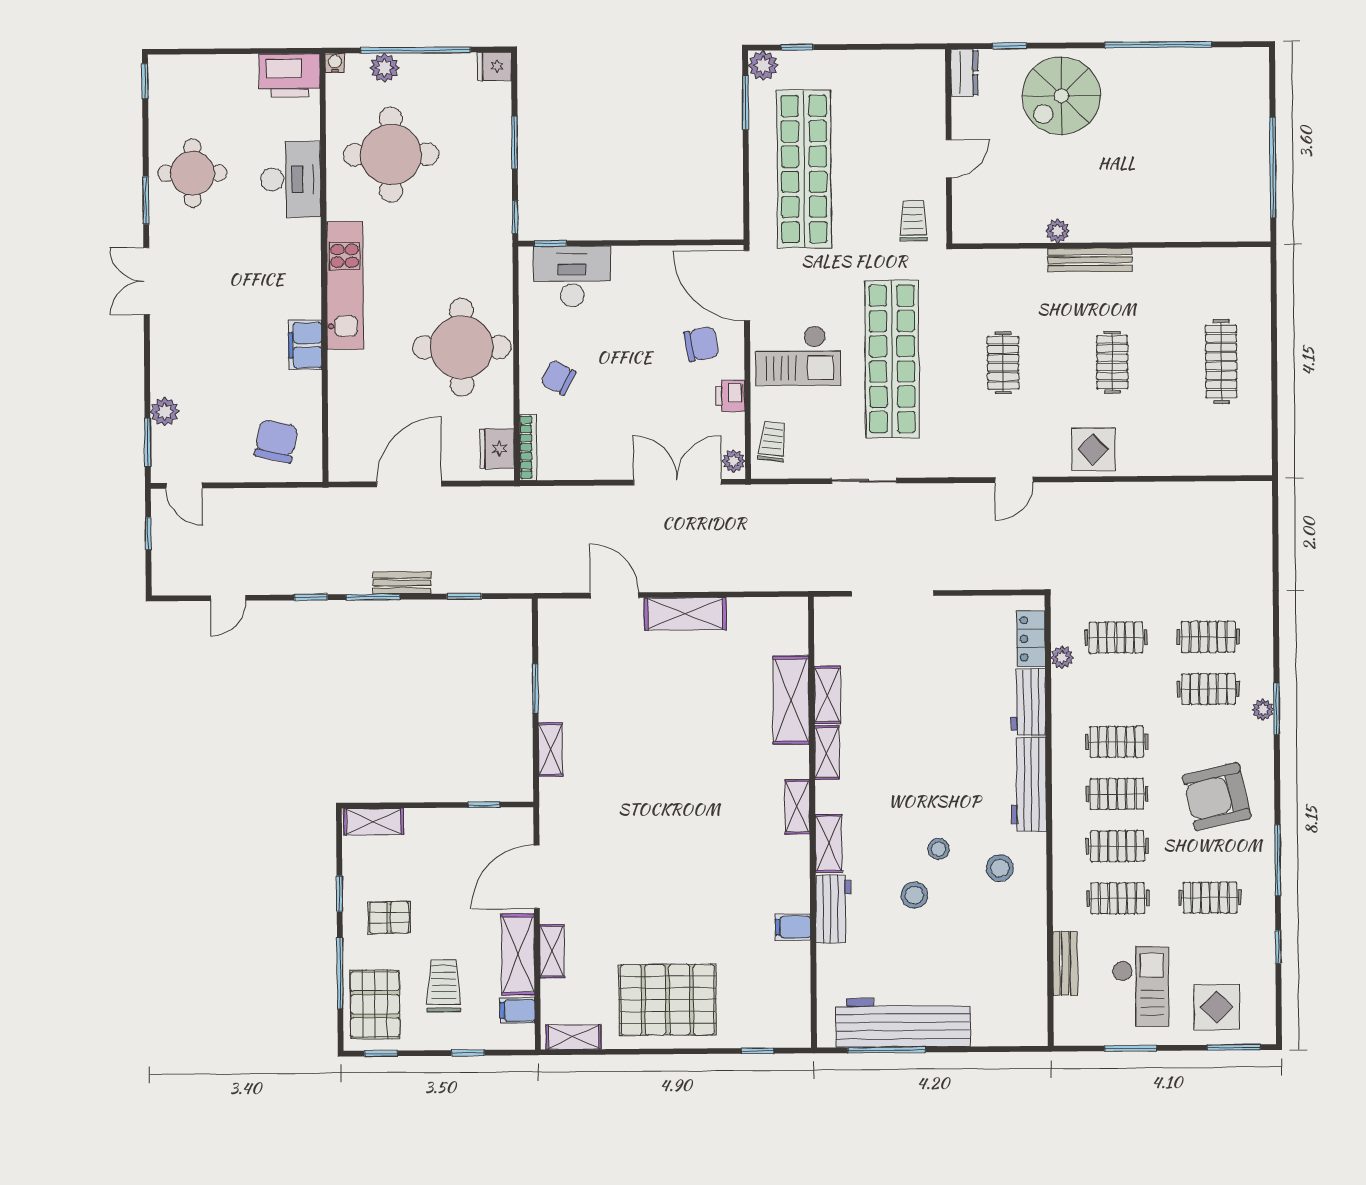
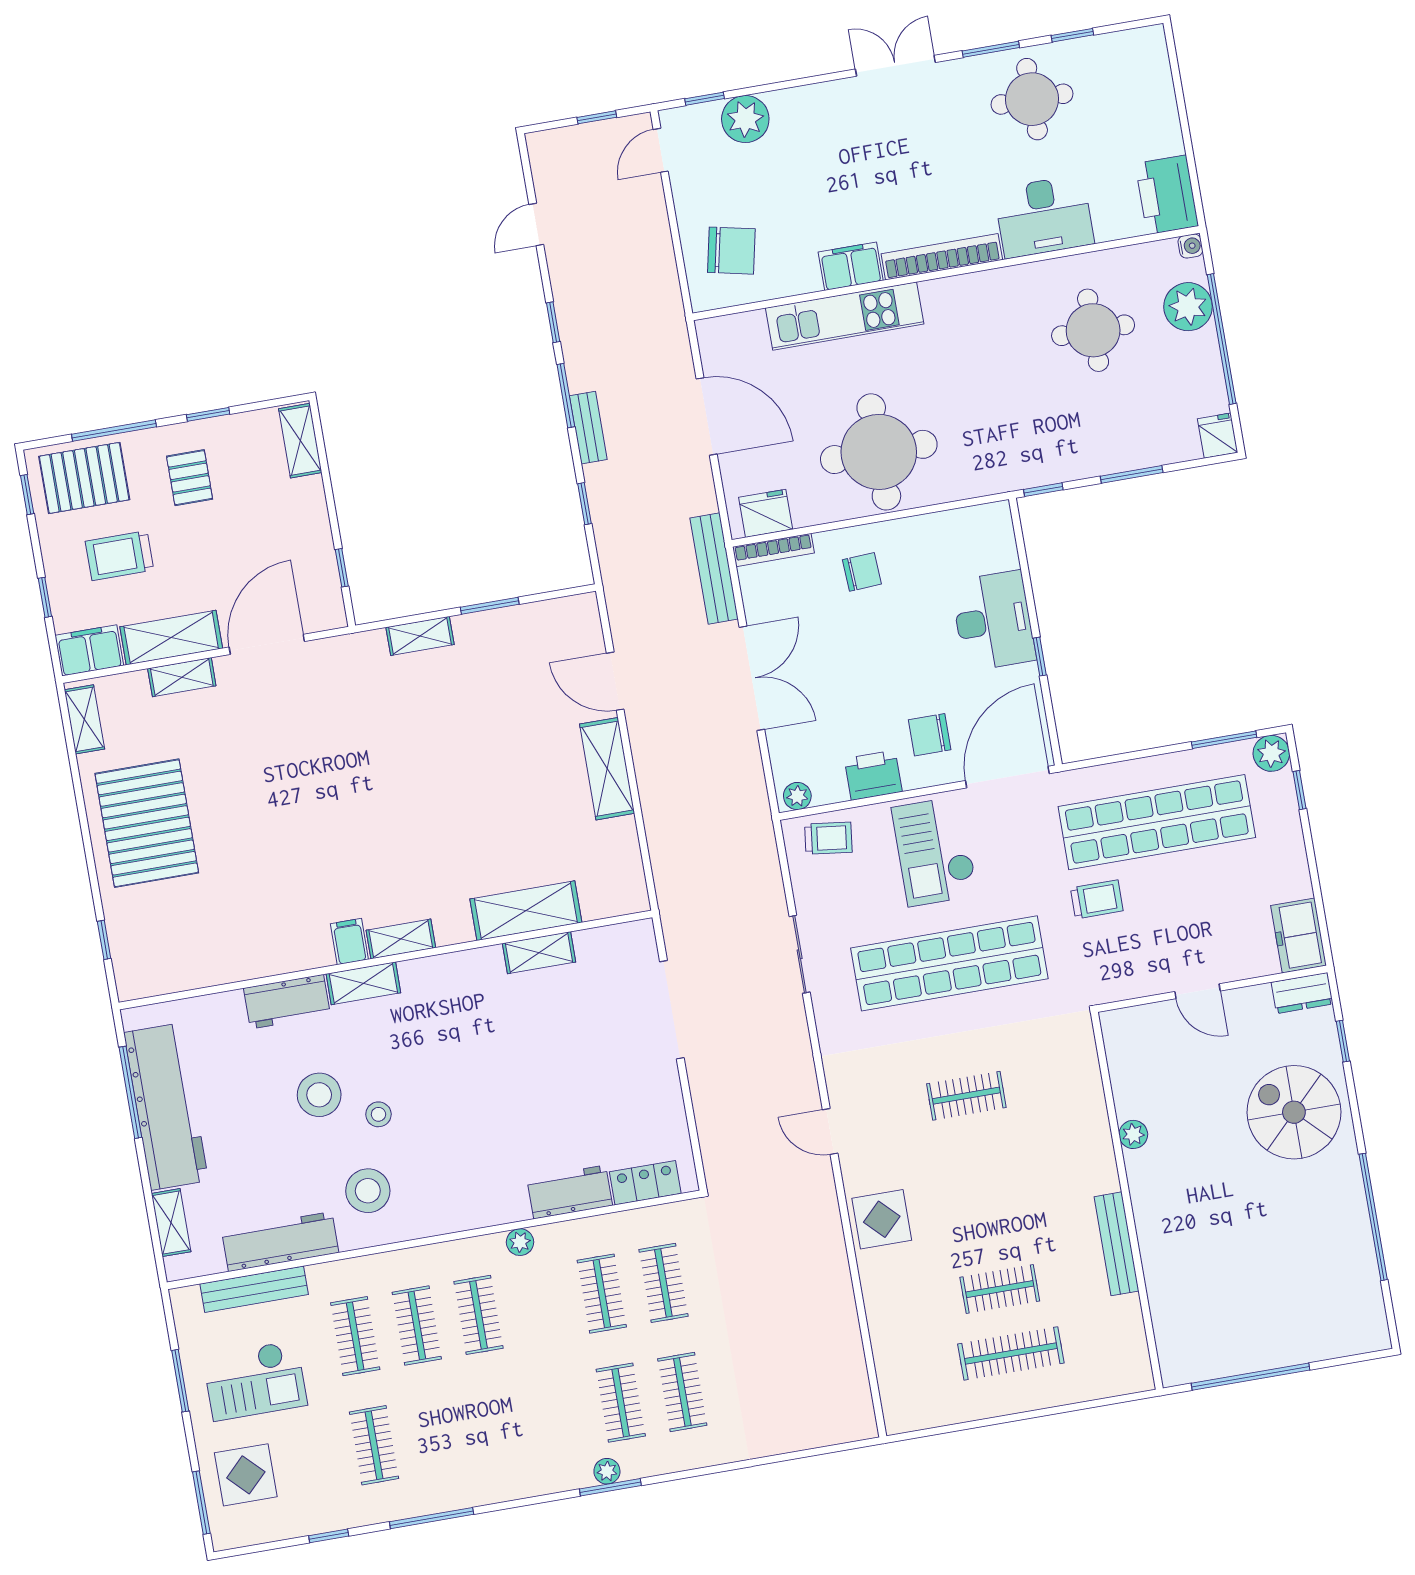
plant: (384, 68) -> (1188, 307), width x1.36, depth x1.36
freezer: (917, 68) -> (1298, 935), added
window: (145, 81) -> (1072, 35), moved
round table: (391, 155) -> (1093, 330), width x0.73, depth x0.73
trolley: (913, 221) -> (1097, 899), moved
window: (551, 244) -> (1040, 657), moved
bench: (1090, 260) -> (1117, 1244), moved
bookcase: (310, 269) -> (942, 257), added
desk: (572, 276) -> (993, 621), moved
kitchen unit: (345, 285) -> (845, 316), moved
chair: (701, 344) -> (930, 735), turned 101
clothes rail: (1112, 362) -> (1000, 1289), moved
chair: (558, 378) -> (862, 572), turned 59
printer: (730, 396) -> (873, 775), width x1.36, depth x1.24
plant: (165, 412) -> (745, 119), width x1.36, depth x1.36
window: (148, 442) -> (705, 99), width x0.67
double door: (677, 482) -> (752, 678), moved
bench: (535, 499) -> (714, 568), added
door: (614, 595) -> (615, 681), swing flipped
door: (228, 598) -> (536, 224), hinge flipped
plant: (1062, 657) -> (520, 1242), moved
clothes rail: (1117, 742) -> (602, 1294), moved
shelving: (827, 753) -> (171, 1223), moved, turned 90
workbench: (1029, 784) -> (280, 1242), moved
armchair: (1217, 797) -> (495, 1433), removed
stool: (1000, 868) -> (368, 1191), width x1.38, depth x1.38
door: (537, 877) -> (267, 644), hinge flipped
stool: (914, 895) -> (319, 1095), width x1.38, depth x1.38
filing cabinet: (793, 927) -> (349, 942), moved
bench: (1065, 963) -> (254, 1289), width x1.36
trolley: (444, 986) -> (119, 556), turned 180
filing cabinet: (517, 1010) -> (89, 650), width x2.00

